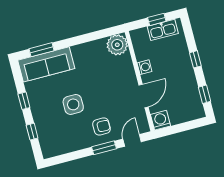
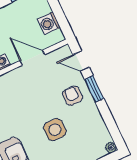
washing machine: (160, 120) -> (49, 23), moved
plant: (47, 153) -> (111, 147), added

